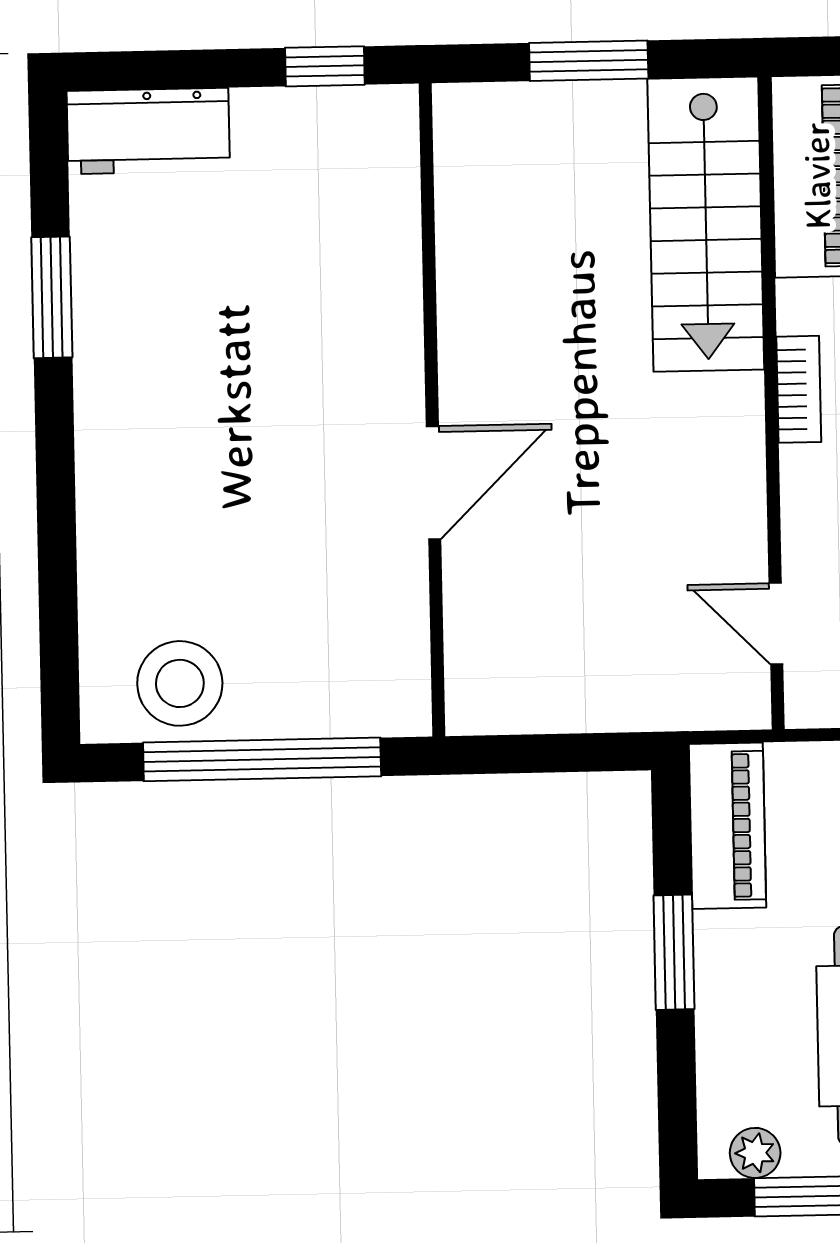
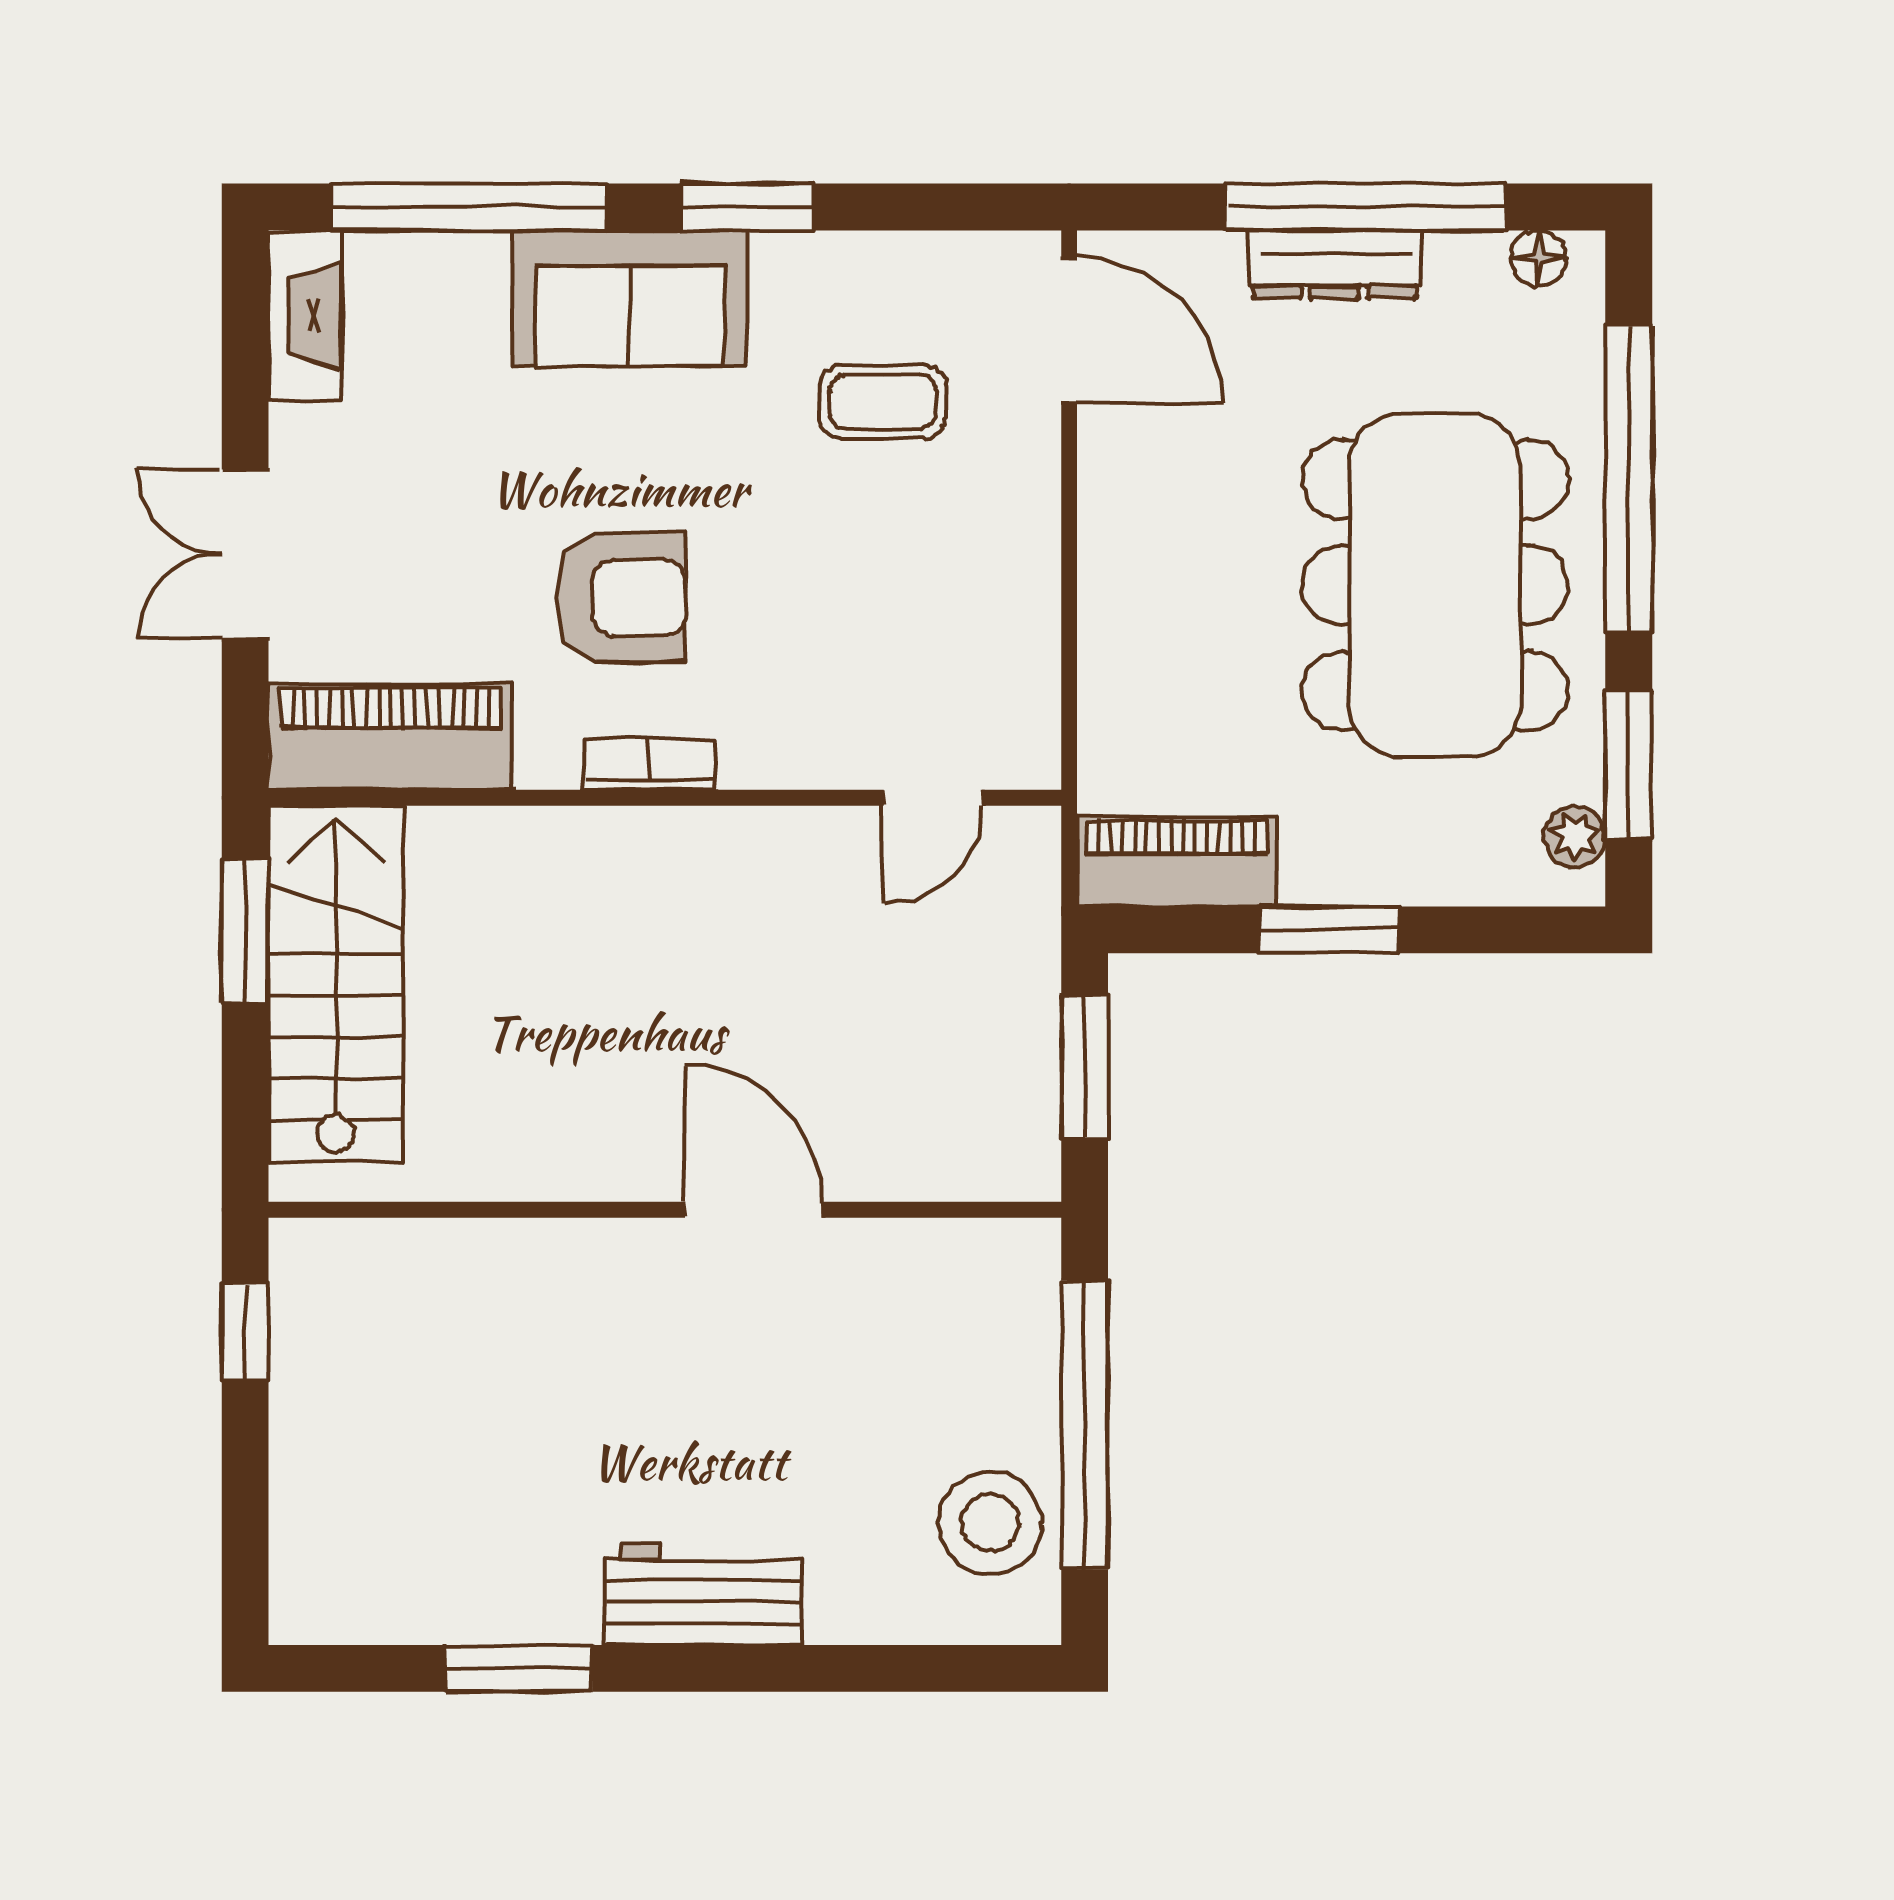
window: (589, 61) -> (245, 930), moved
workbench: (148, 131) -> (703, 1594), moved, turned -90
stairs: (706, 224) -> (336, 984), moved, turned -90
window: (557, 753) -> (1085, 1067), added

